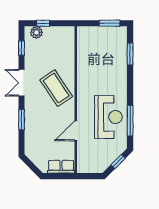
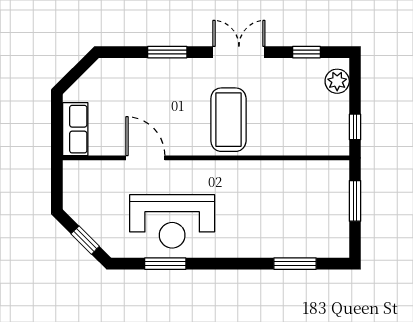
window: (43, 23) -> (355, 127), moved
window: (109, 23) -> (355, 201), moved
coffee table: (56, 88) -> (228, 120), turned -56
window: (130, 121) -> (165, 264), width x0.69

